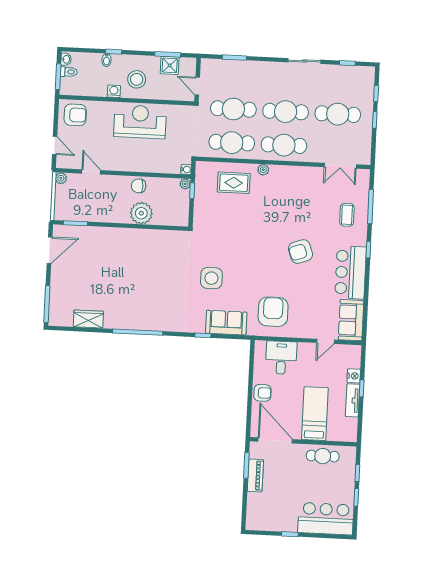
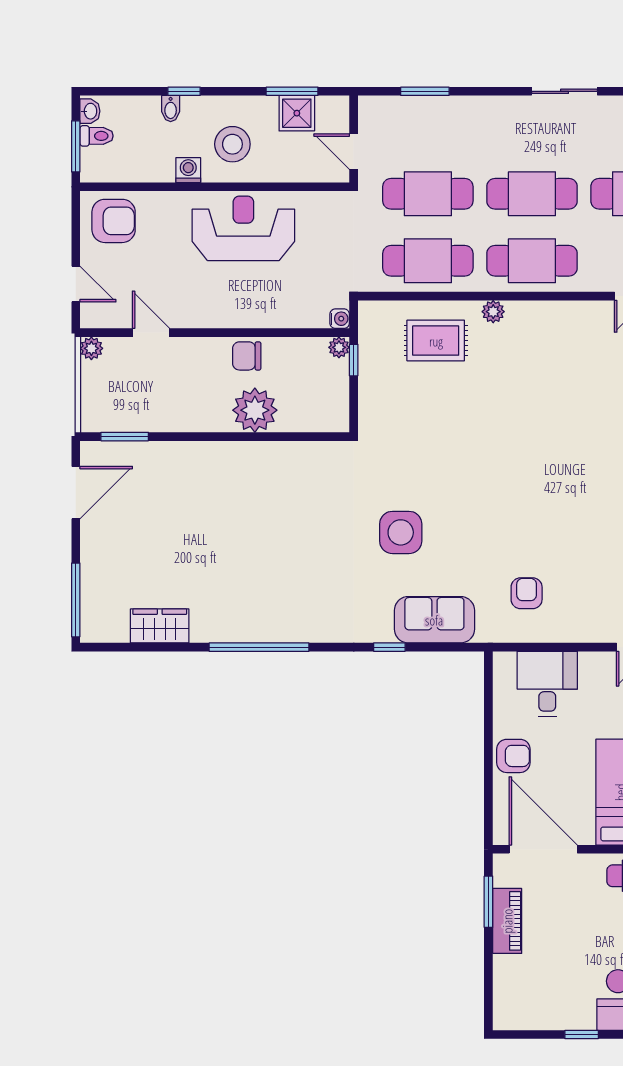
armchair: (300, 251) -> (575, 471), removed
armchair: (273, 312) -> (527, 593), width x0.53, depth x0.53

